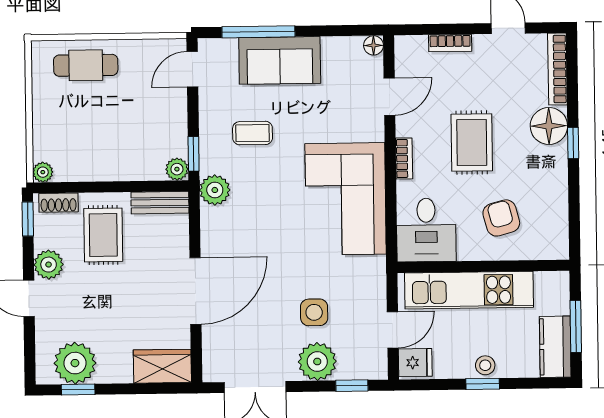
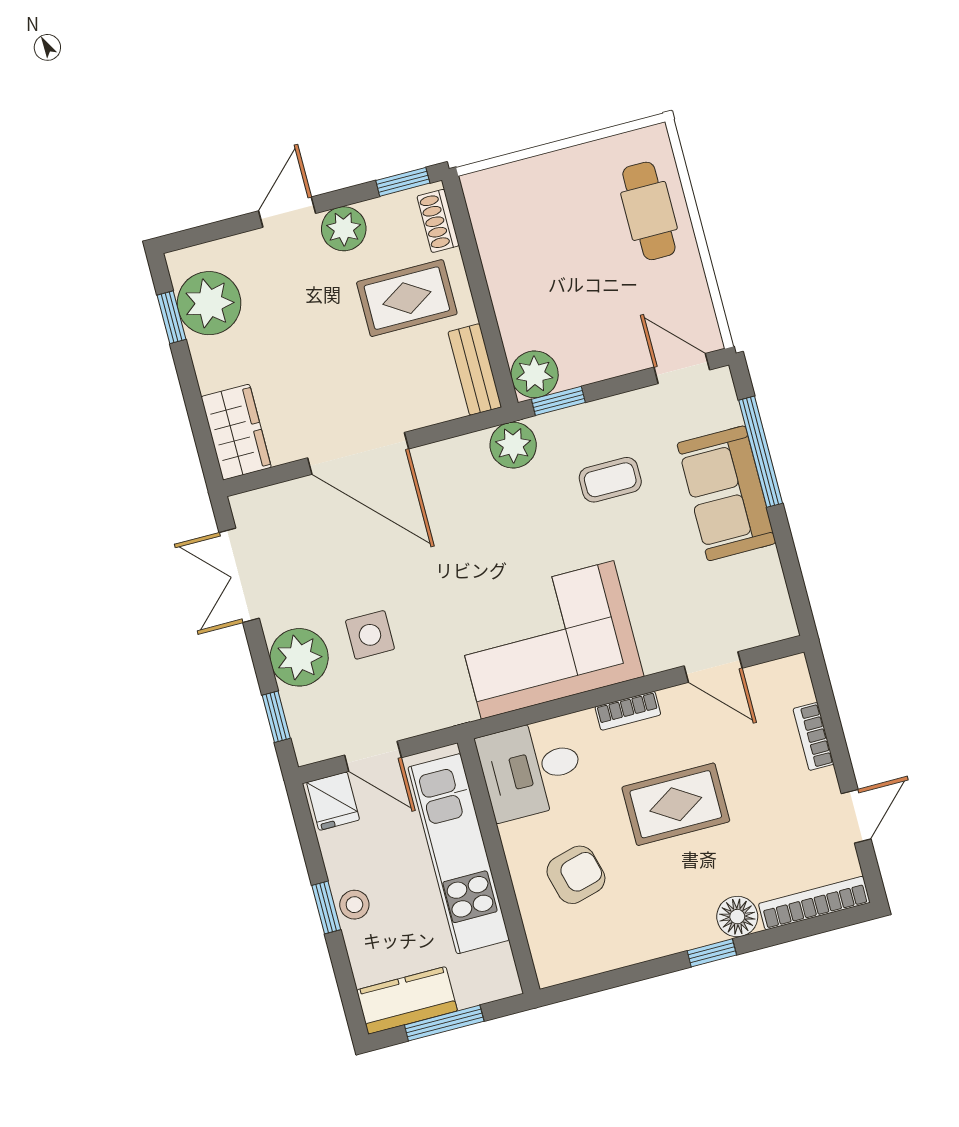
floor lamp: (374, 45) -> (782, 625), removed
floor lamp: (549, 126) -> (737, 917), width x0.73, depth x0.73
coffee table: (253, 133) -> (610, 480), turned 90
plant: (177, 169) -> (535, 374), width x1.38, depth x1.38
plant: (43, 172) -> (477, 187), removed

